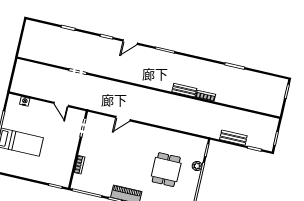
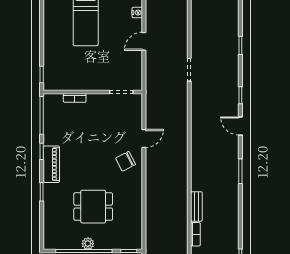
door: (61, 104) -> (144, 41), moved
door: (123, 119) -> (144, 139), swing flipped
chair: (137, 137) -> (126, 161), added
plant: (197, 166) -> (88, 244), moved

